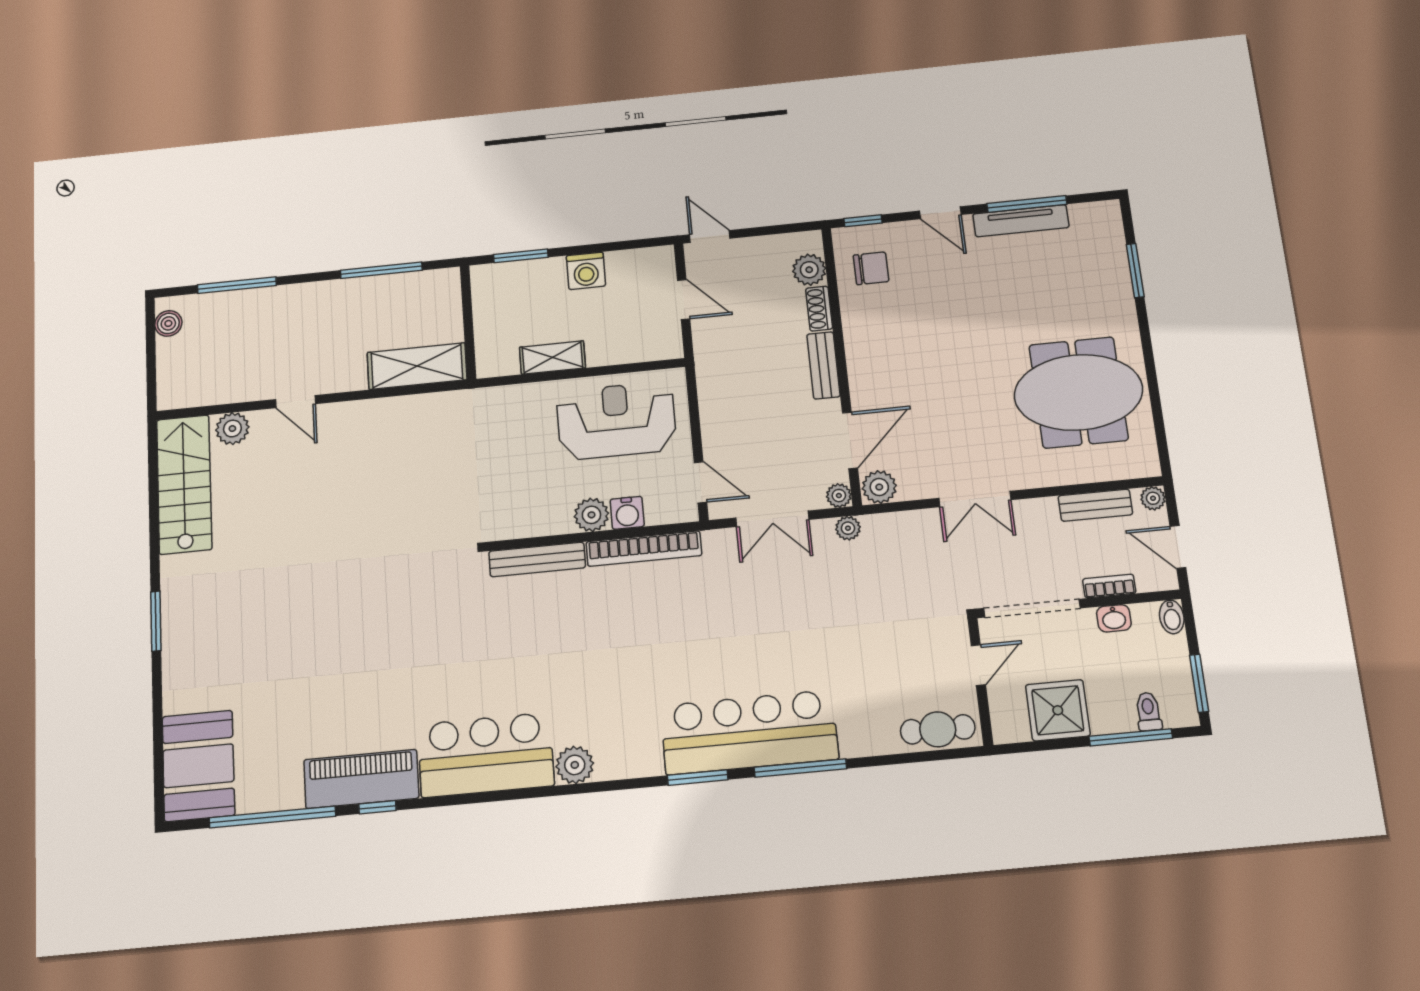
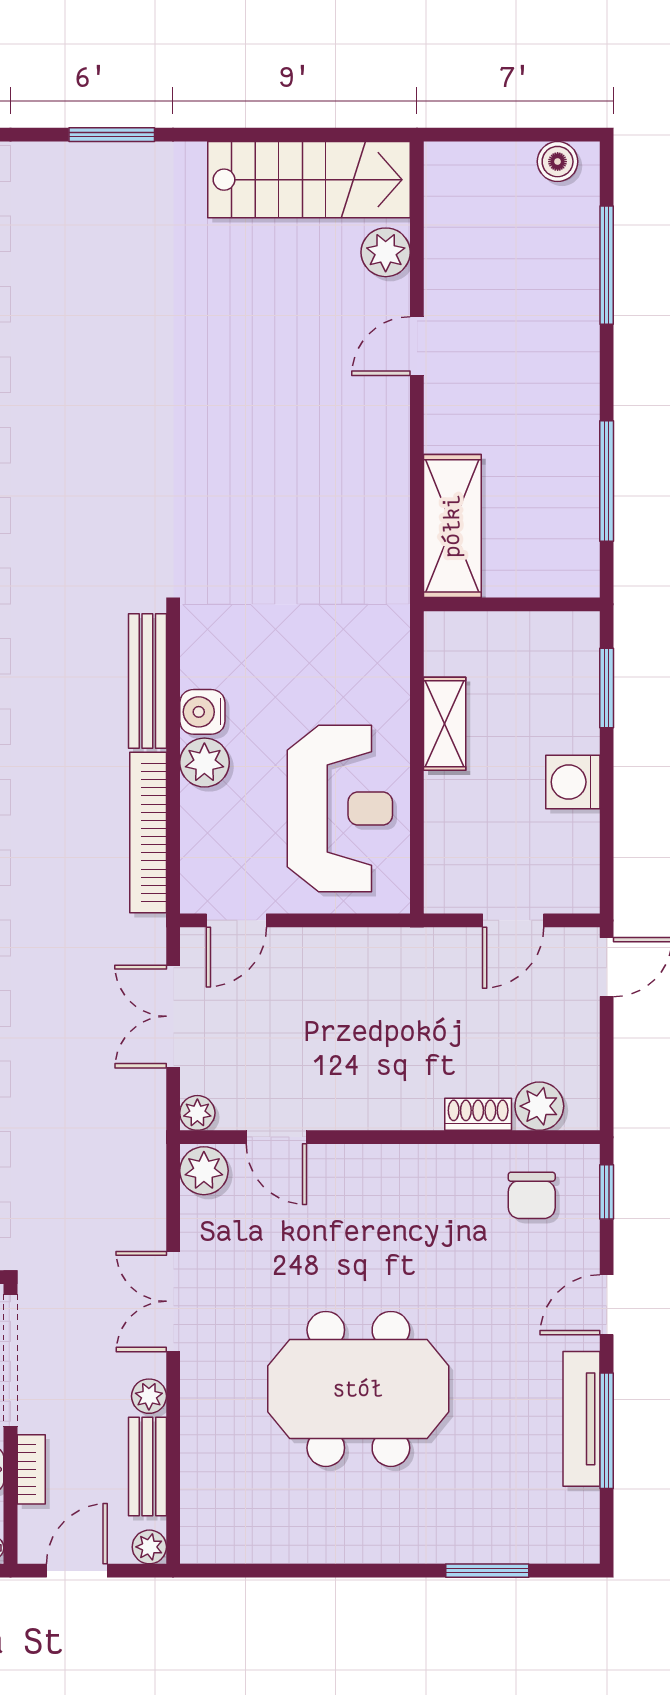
bench: (823, 365) -> (392, 1111), removed
meeting table: (1078, 392) -> (358, 1389), moved, turned 90
door: (850, 440) -> (276, 1137), width x0.73
water cooler: (627, 513) -> (202, 712), moved
plant: (848, 528) -> (149, 1396), moved

